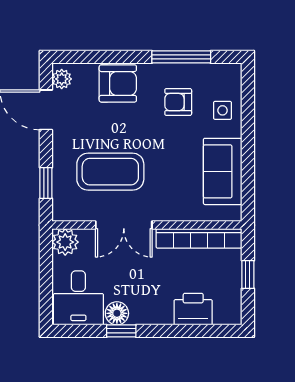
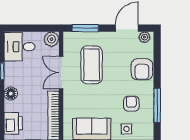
window: (46, 183) -> (85, 28), width x1.50
printer: (193, 309) -> (13, 123), moved
floor lamp: (117, 313) -> (11, 94), moved

